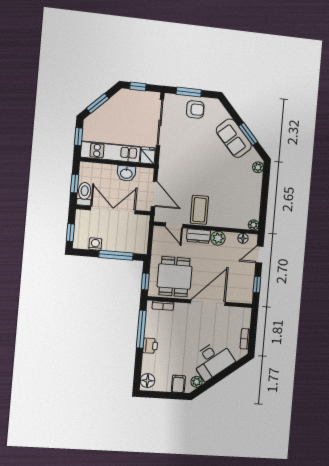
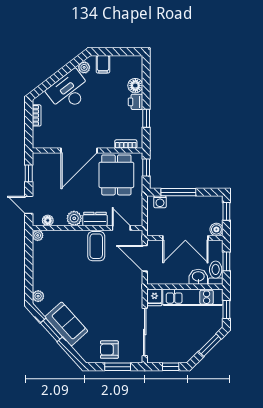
washbasin: (126, 173) -> (198, 277), moved
toilet: (84, 194) -> (216, 273), moved, turned 180
boiler: (82, 216) -> (216, 229), added
washing machine: (95, 244) -> (160, 202), moved
door: (259, 255) -> (29, 205), swing flipped
window: (141, 329) -> (146, 118), width x0.46
floor lamp: (148, 381) -> (135, 86), moved

